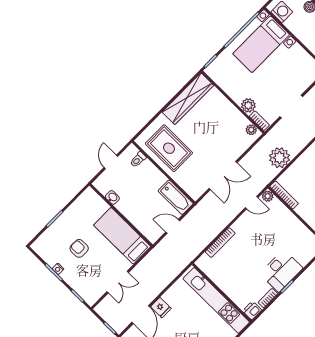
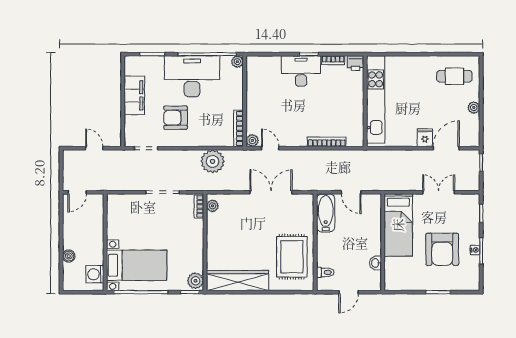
plant: (248, 105) -> (195, 281), moved
armchair: (79, 248) -> (442, 249), width x1.88, depth x1.88

